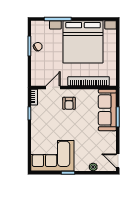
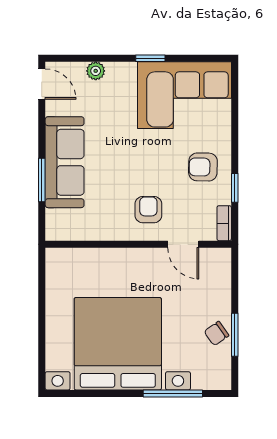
bookcase: (89, 81) -> (106, 258), removed
door: (53, 87) -> (183, 244), hinge flipped
sofa: (107, 110) -> (65, 162), moved
armchair: (44, 123) -> (203, 167), added

